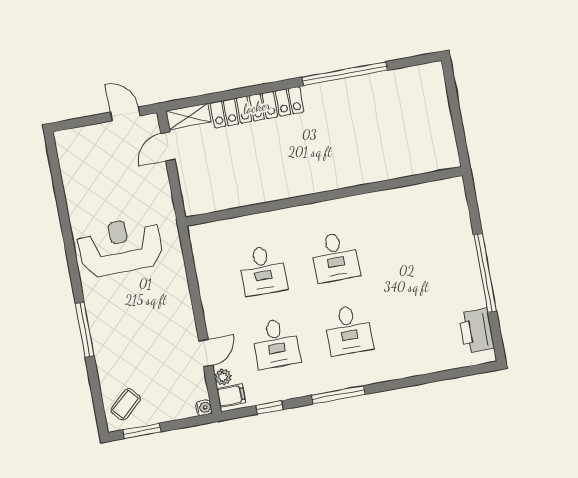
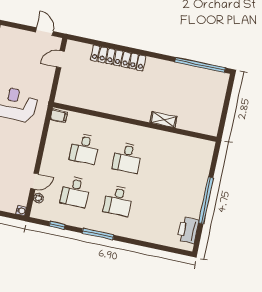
window: (345, 74) -> (200, 65), moved
shelving: (188, 116) -> (163, 120), moved
filing cabinet: (231, 396) -> (59, 116), moved

